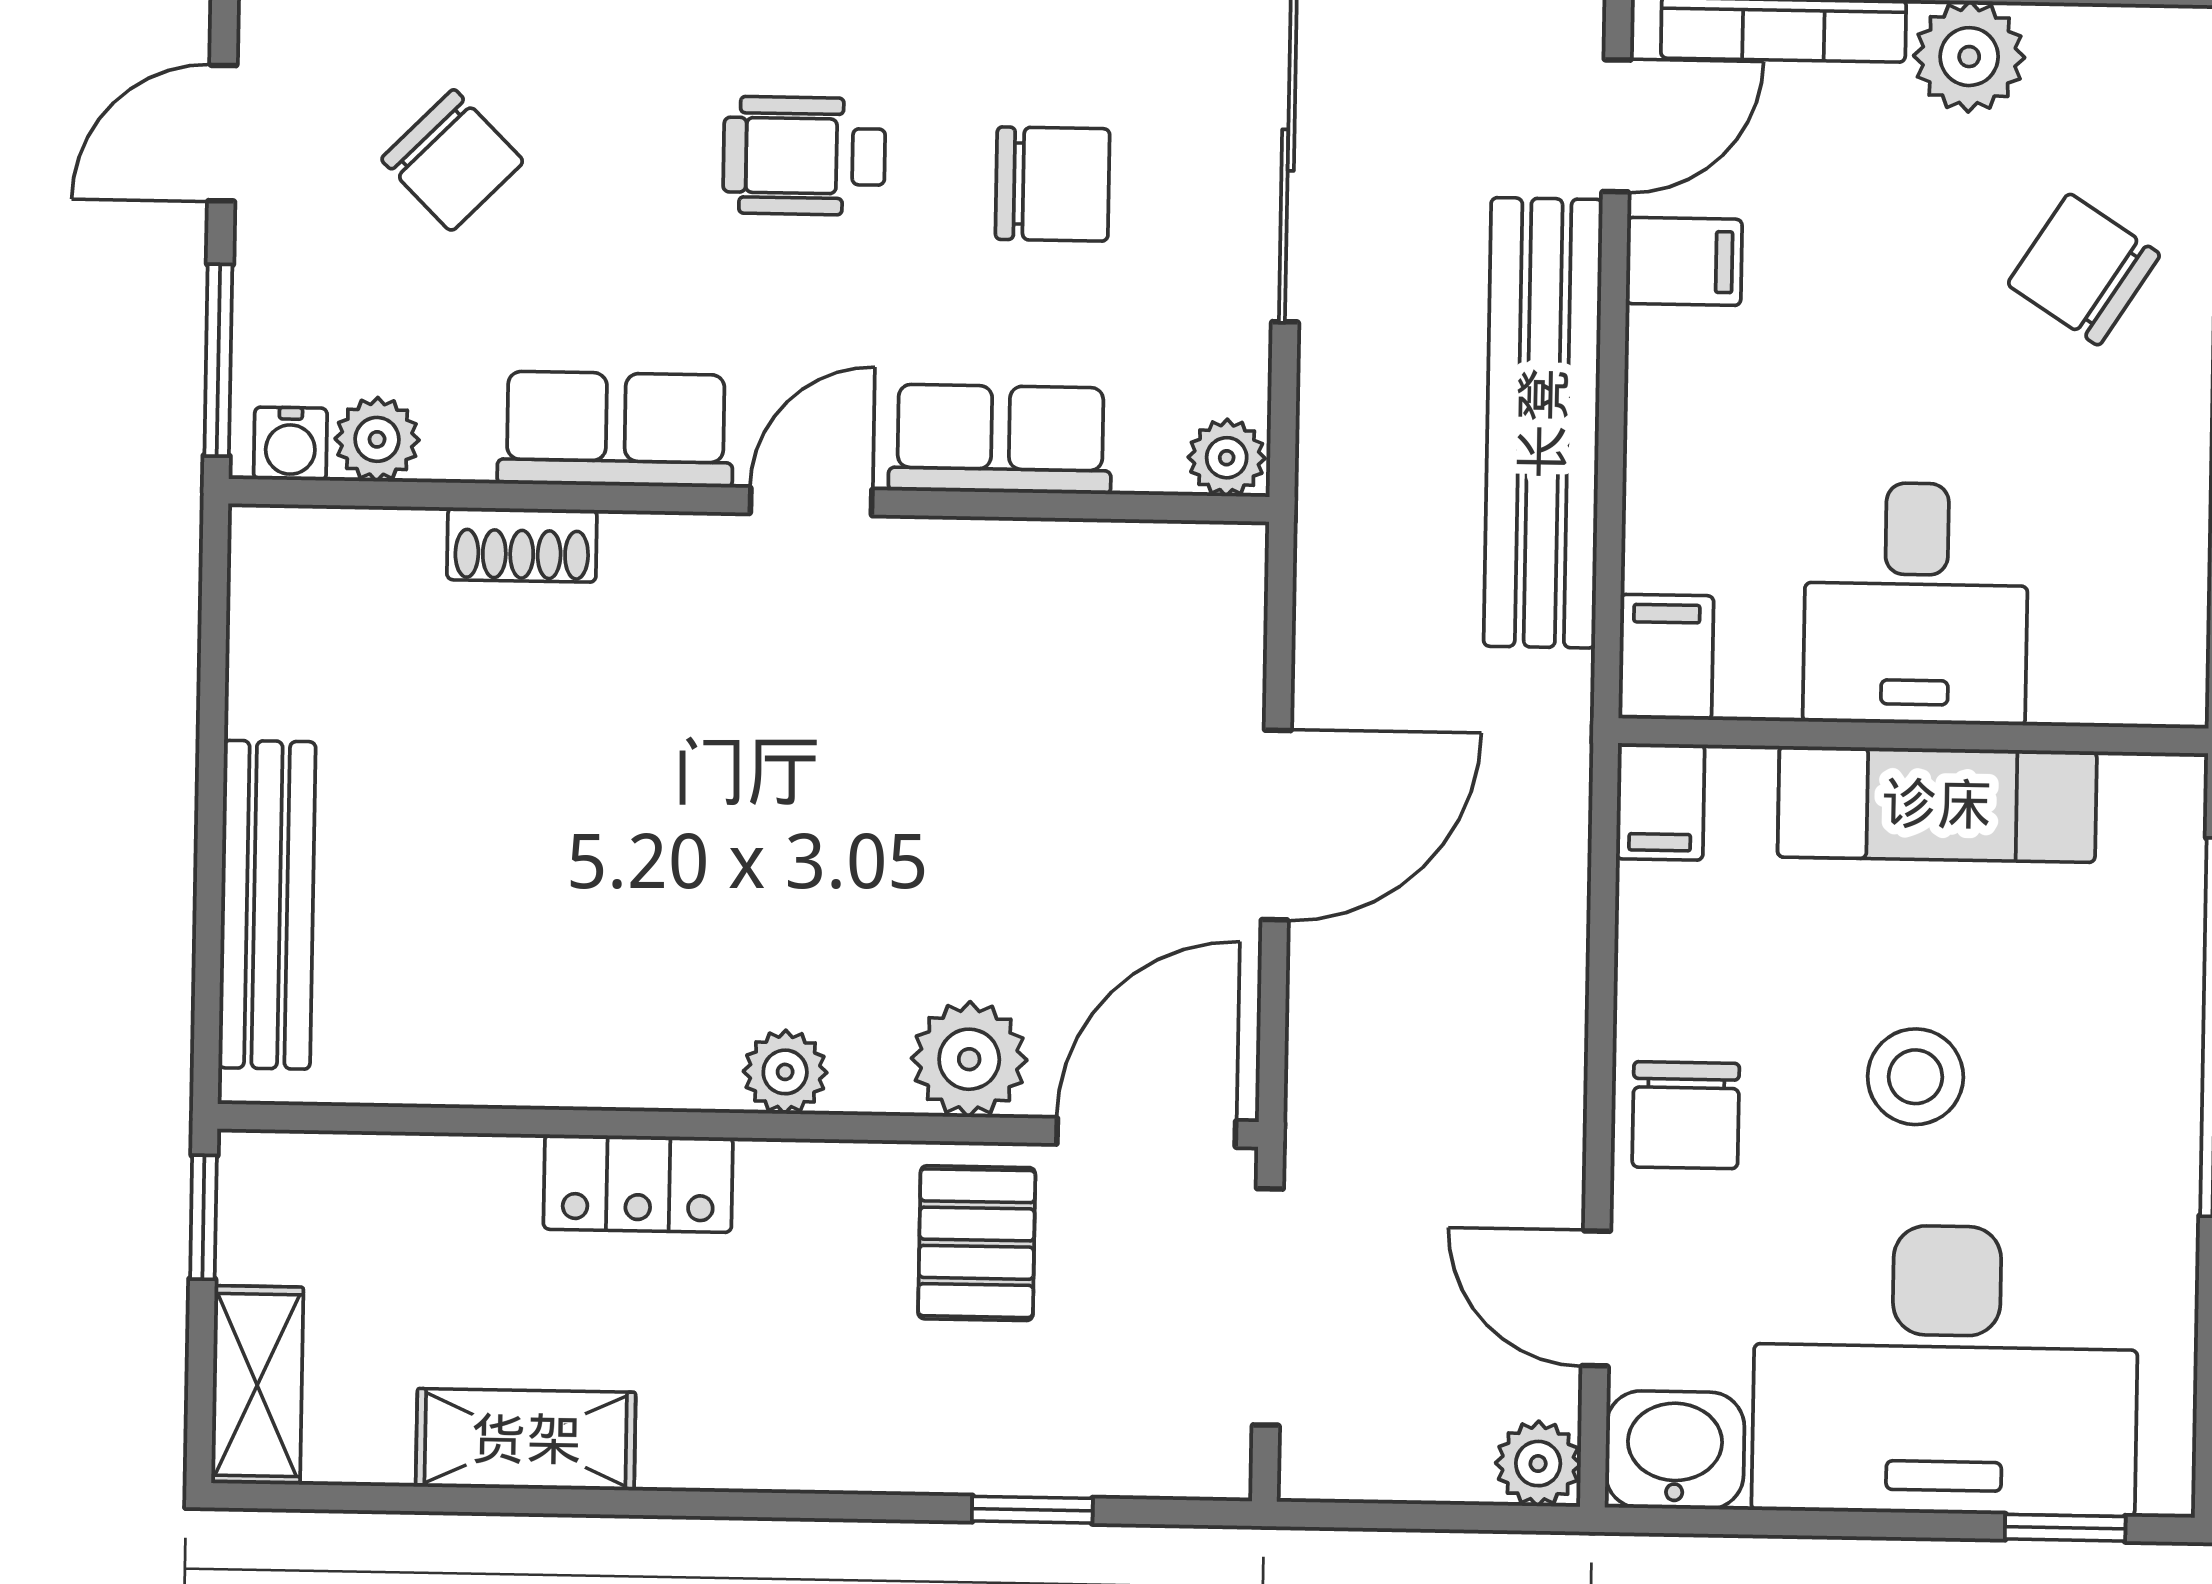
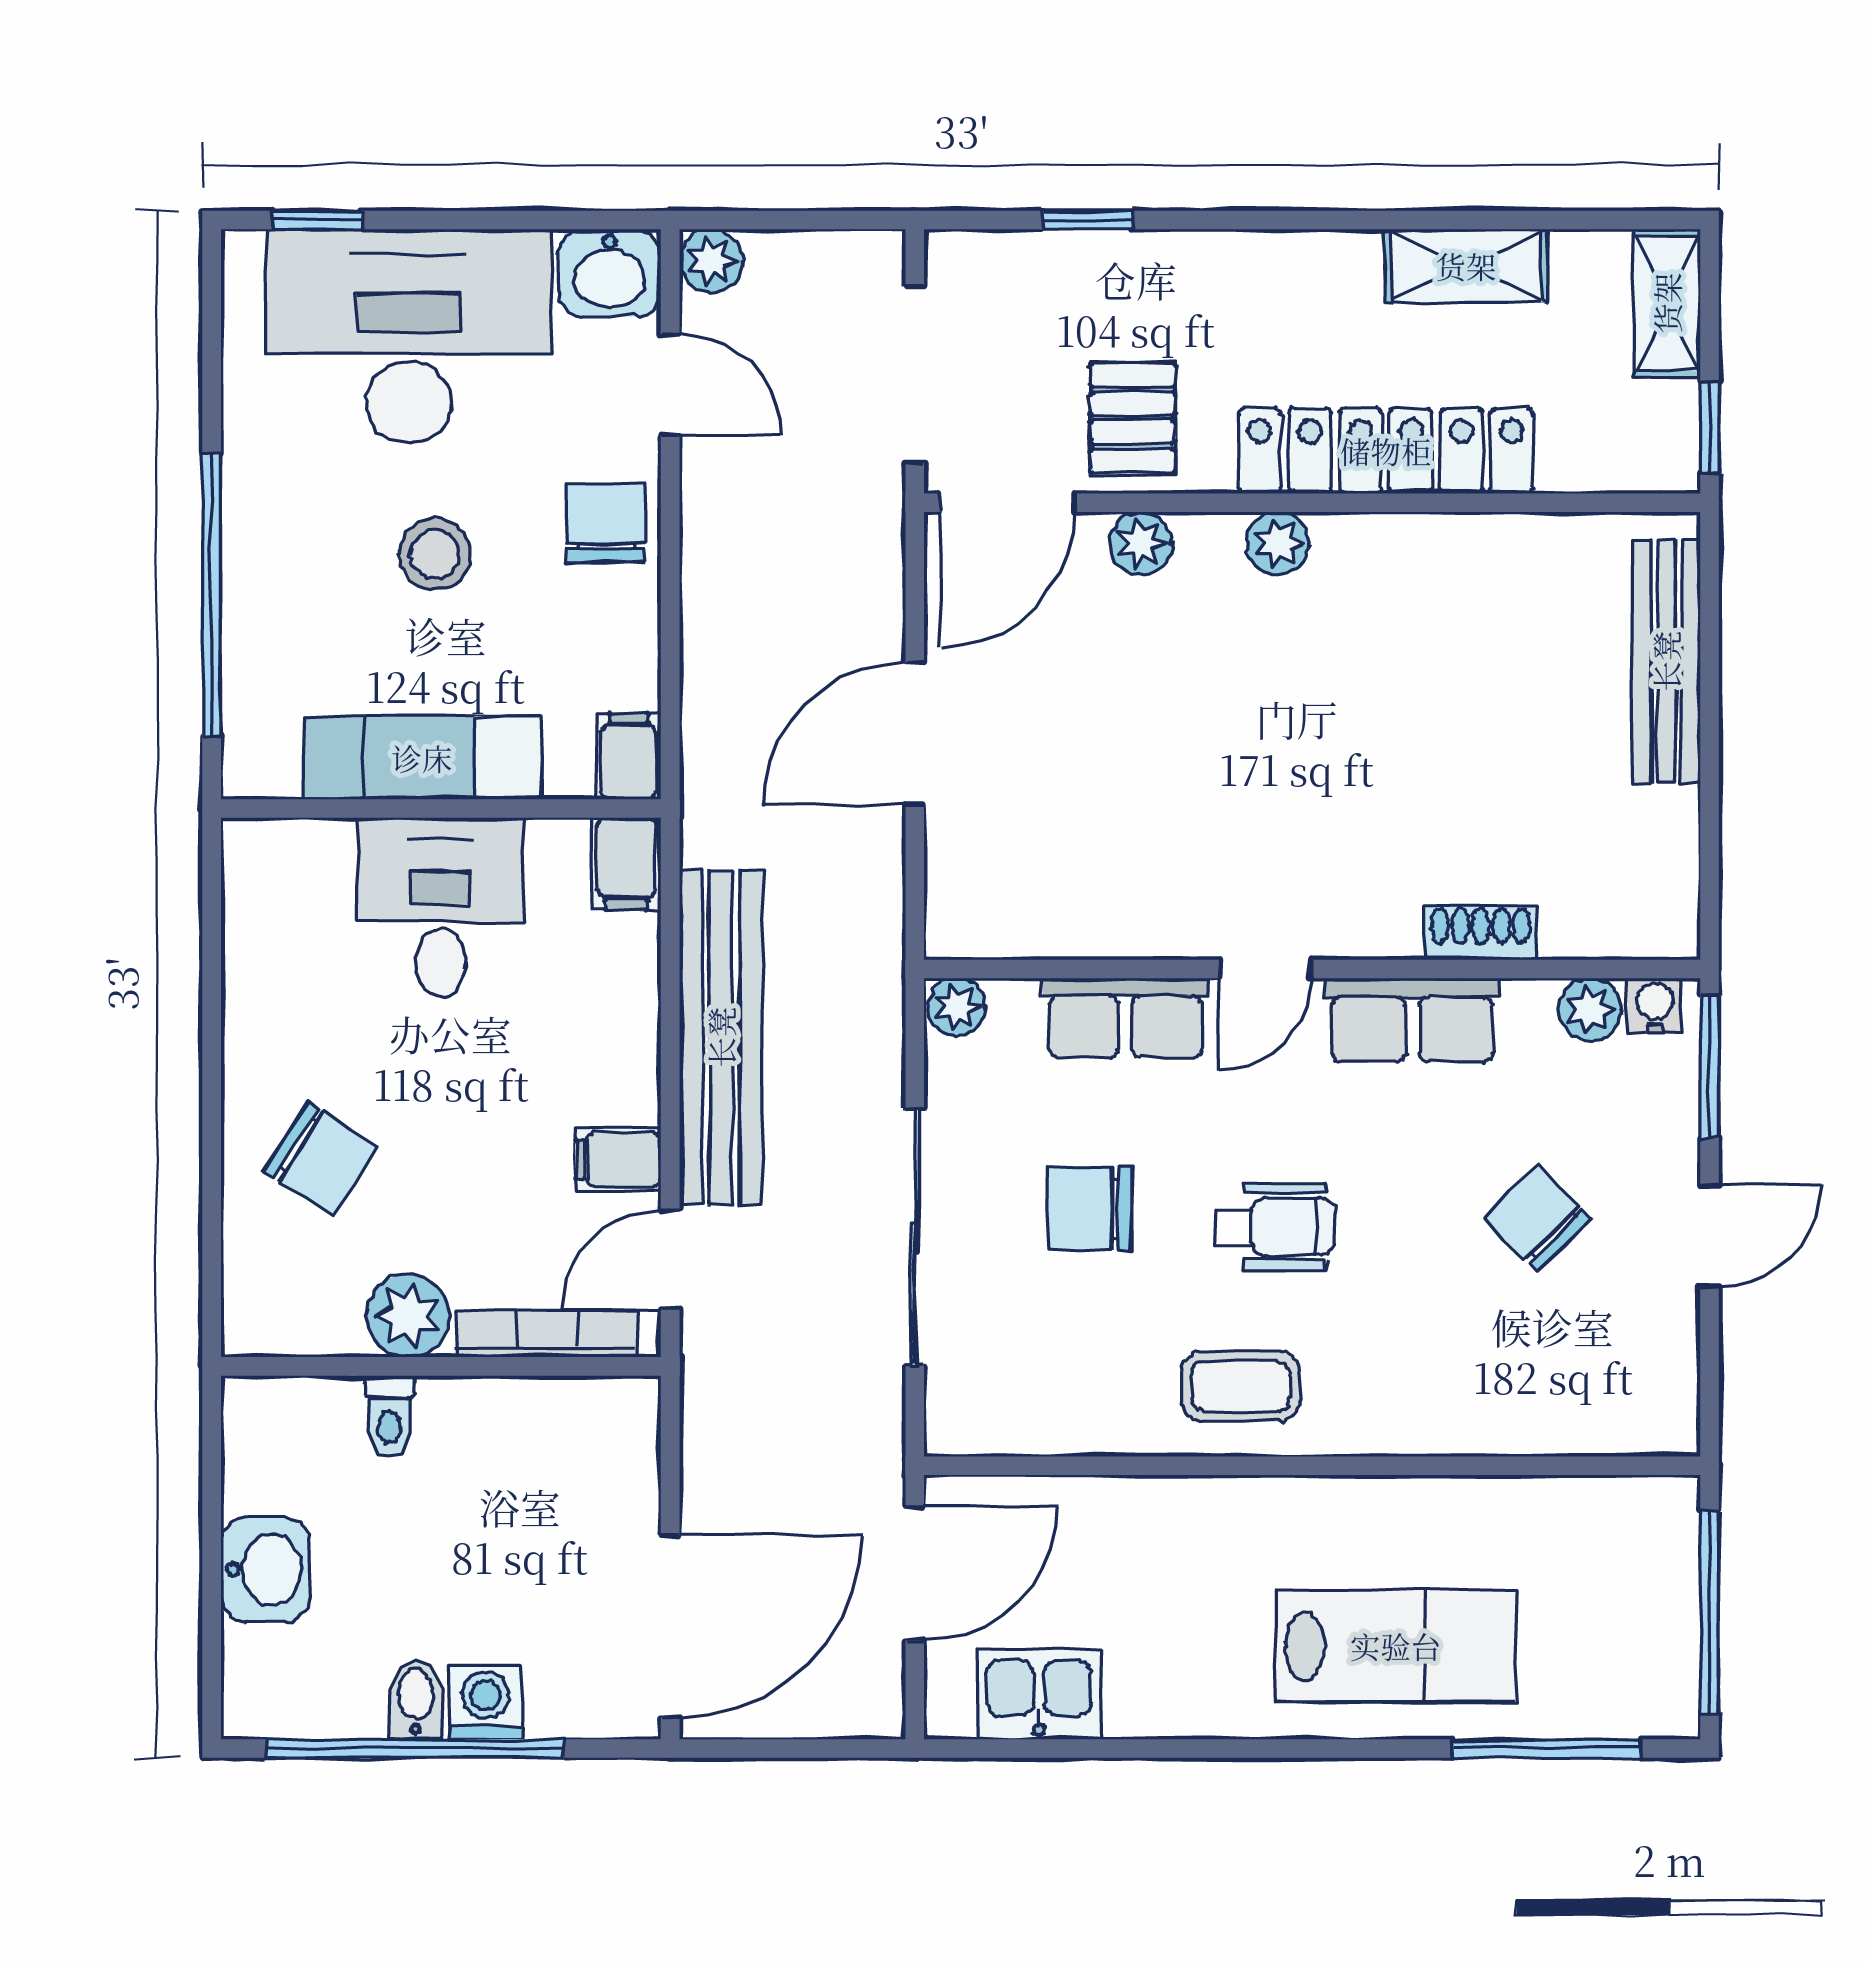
plant: (969, 1059) -> (1141, 543), width x0.73, depth x0.73
locker: (638, 1183) -> (1386, 451), width x2.16, depth x1.21

